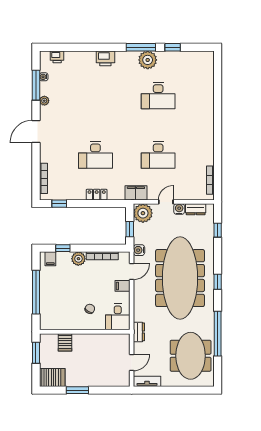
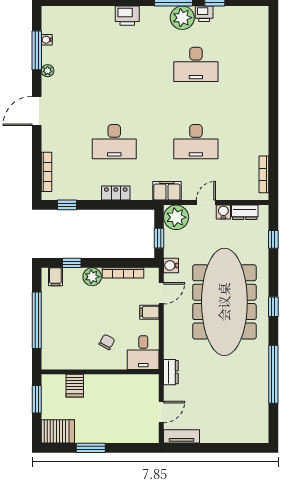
printer: (57, 57) -> (204, 14), moved
meeting table: (191, 356) -> (238, 403), removed

